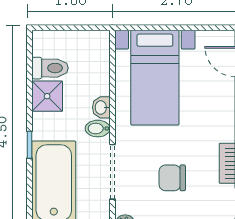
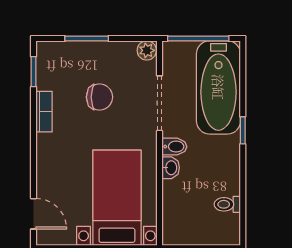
toilet: (50, 68) -> (227, 204), width x0.73, depth x0.72
shower: (47, 96) -> (225, 179), removed

